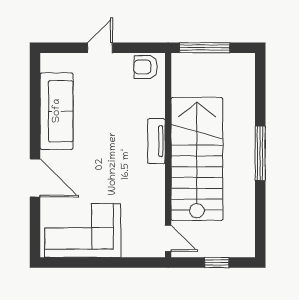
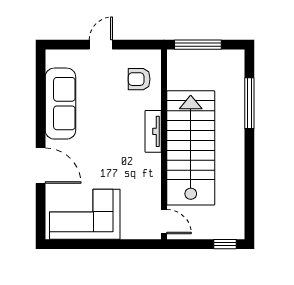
armchair: (146, 67) -> (139, 79), moved
window: (260, 153) -> (249, 103), moved
window: (217, 263) -> (225, 244), moved

